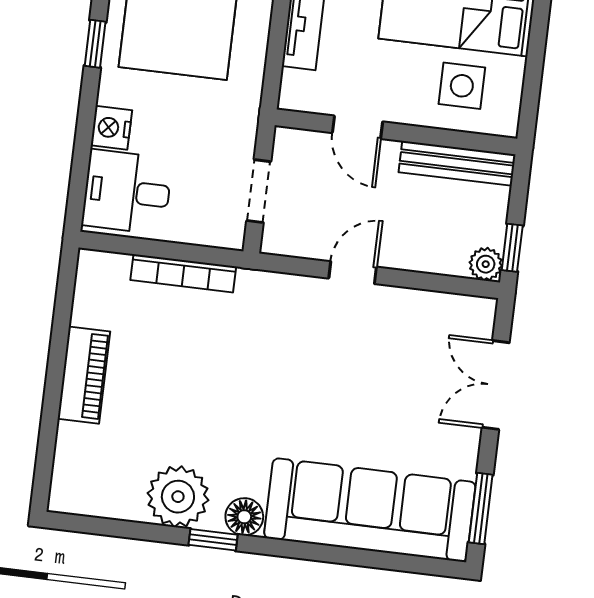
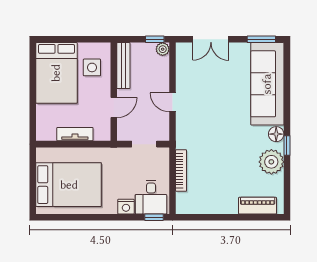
window: (95, 44) -> (154, 217), moved
piano: (84, 375) -> (258, 206), moved

